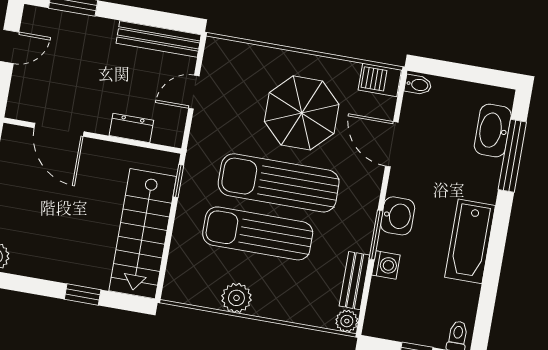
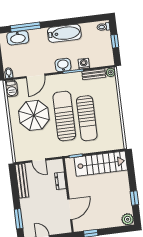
sun lounger: (279, 183) -> (64, 116), turned 180
window: (83, 294) -> (134, 198), moved
plant: (236, 298) -> (115, 119), removed

